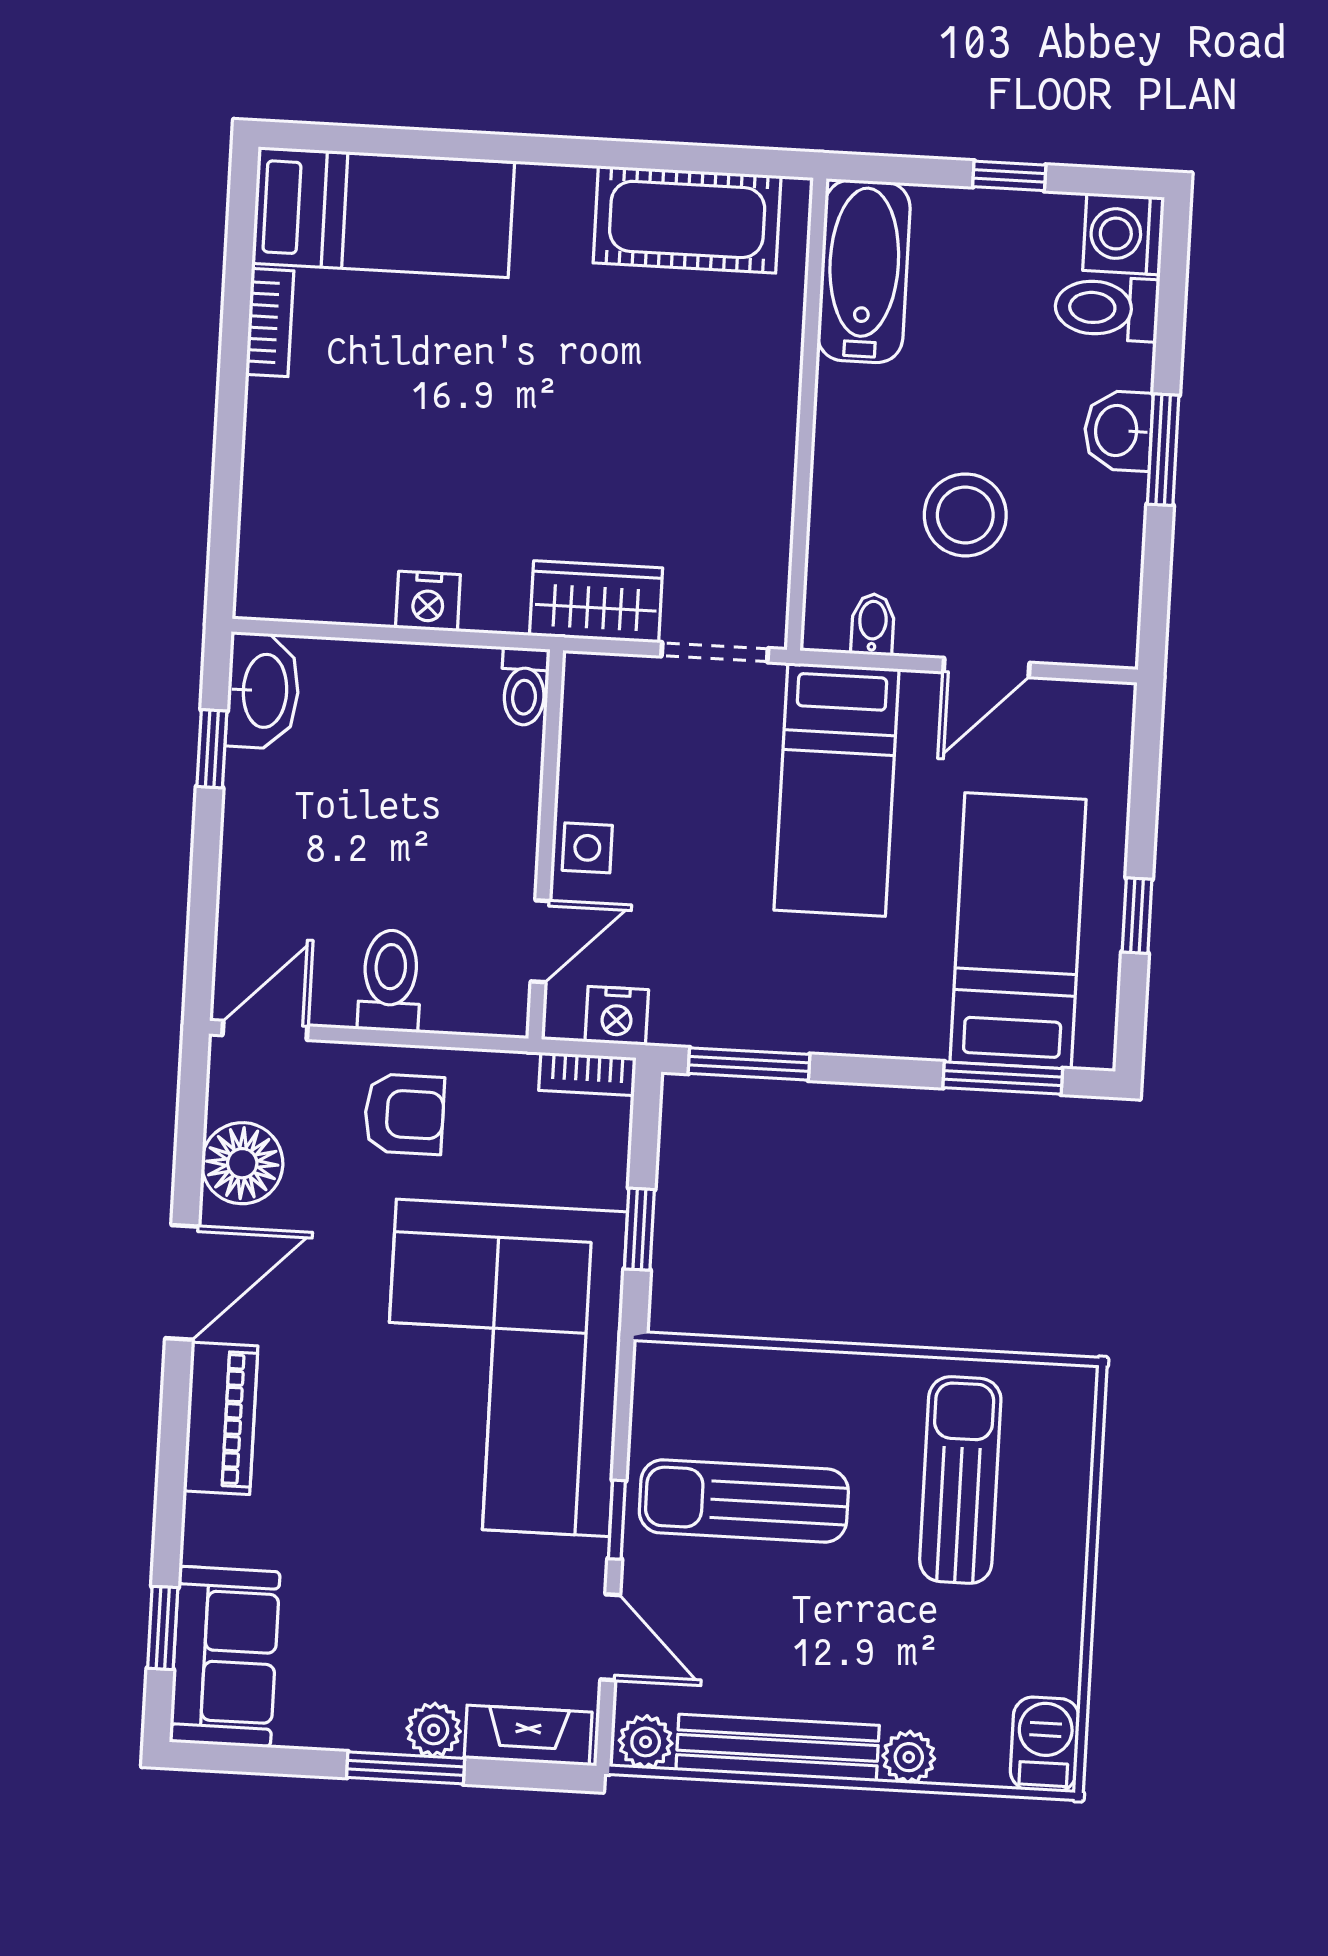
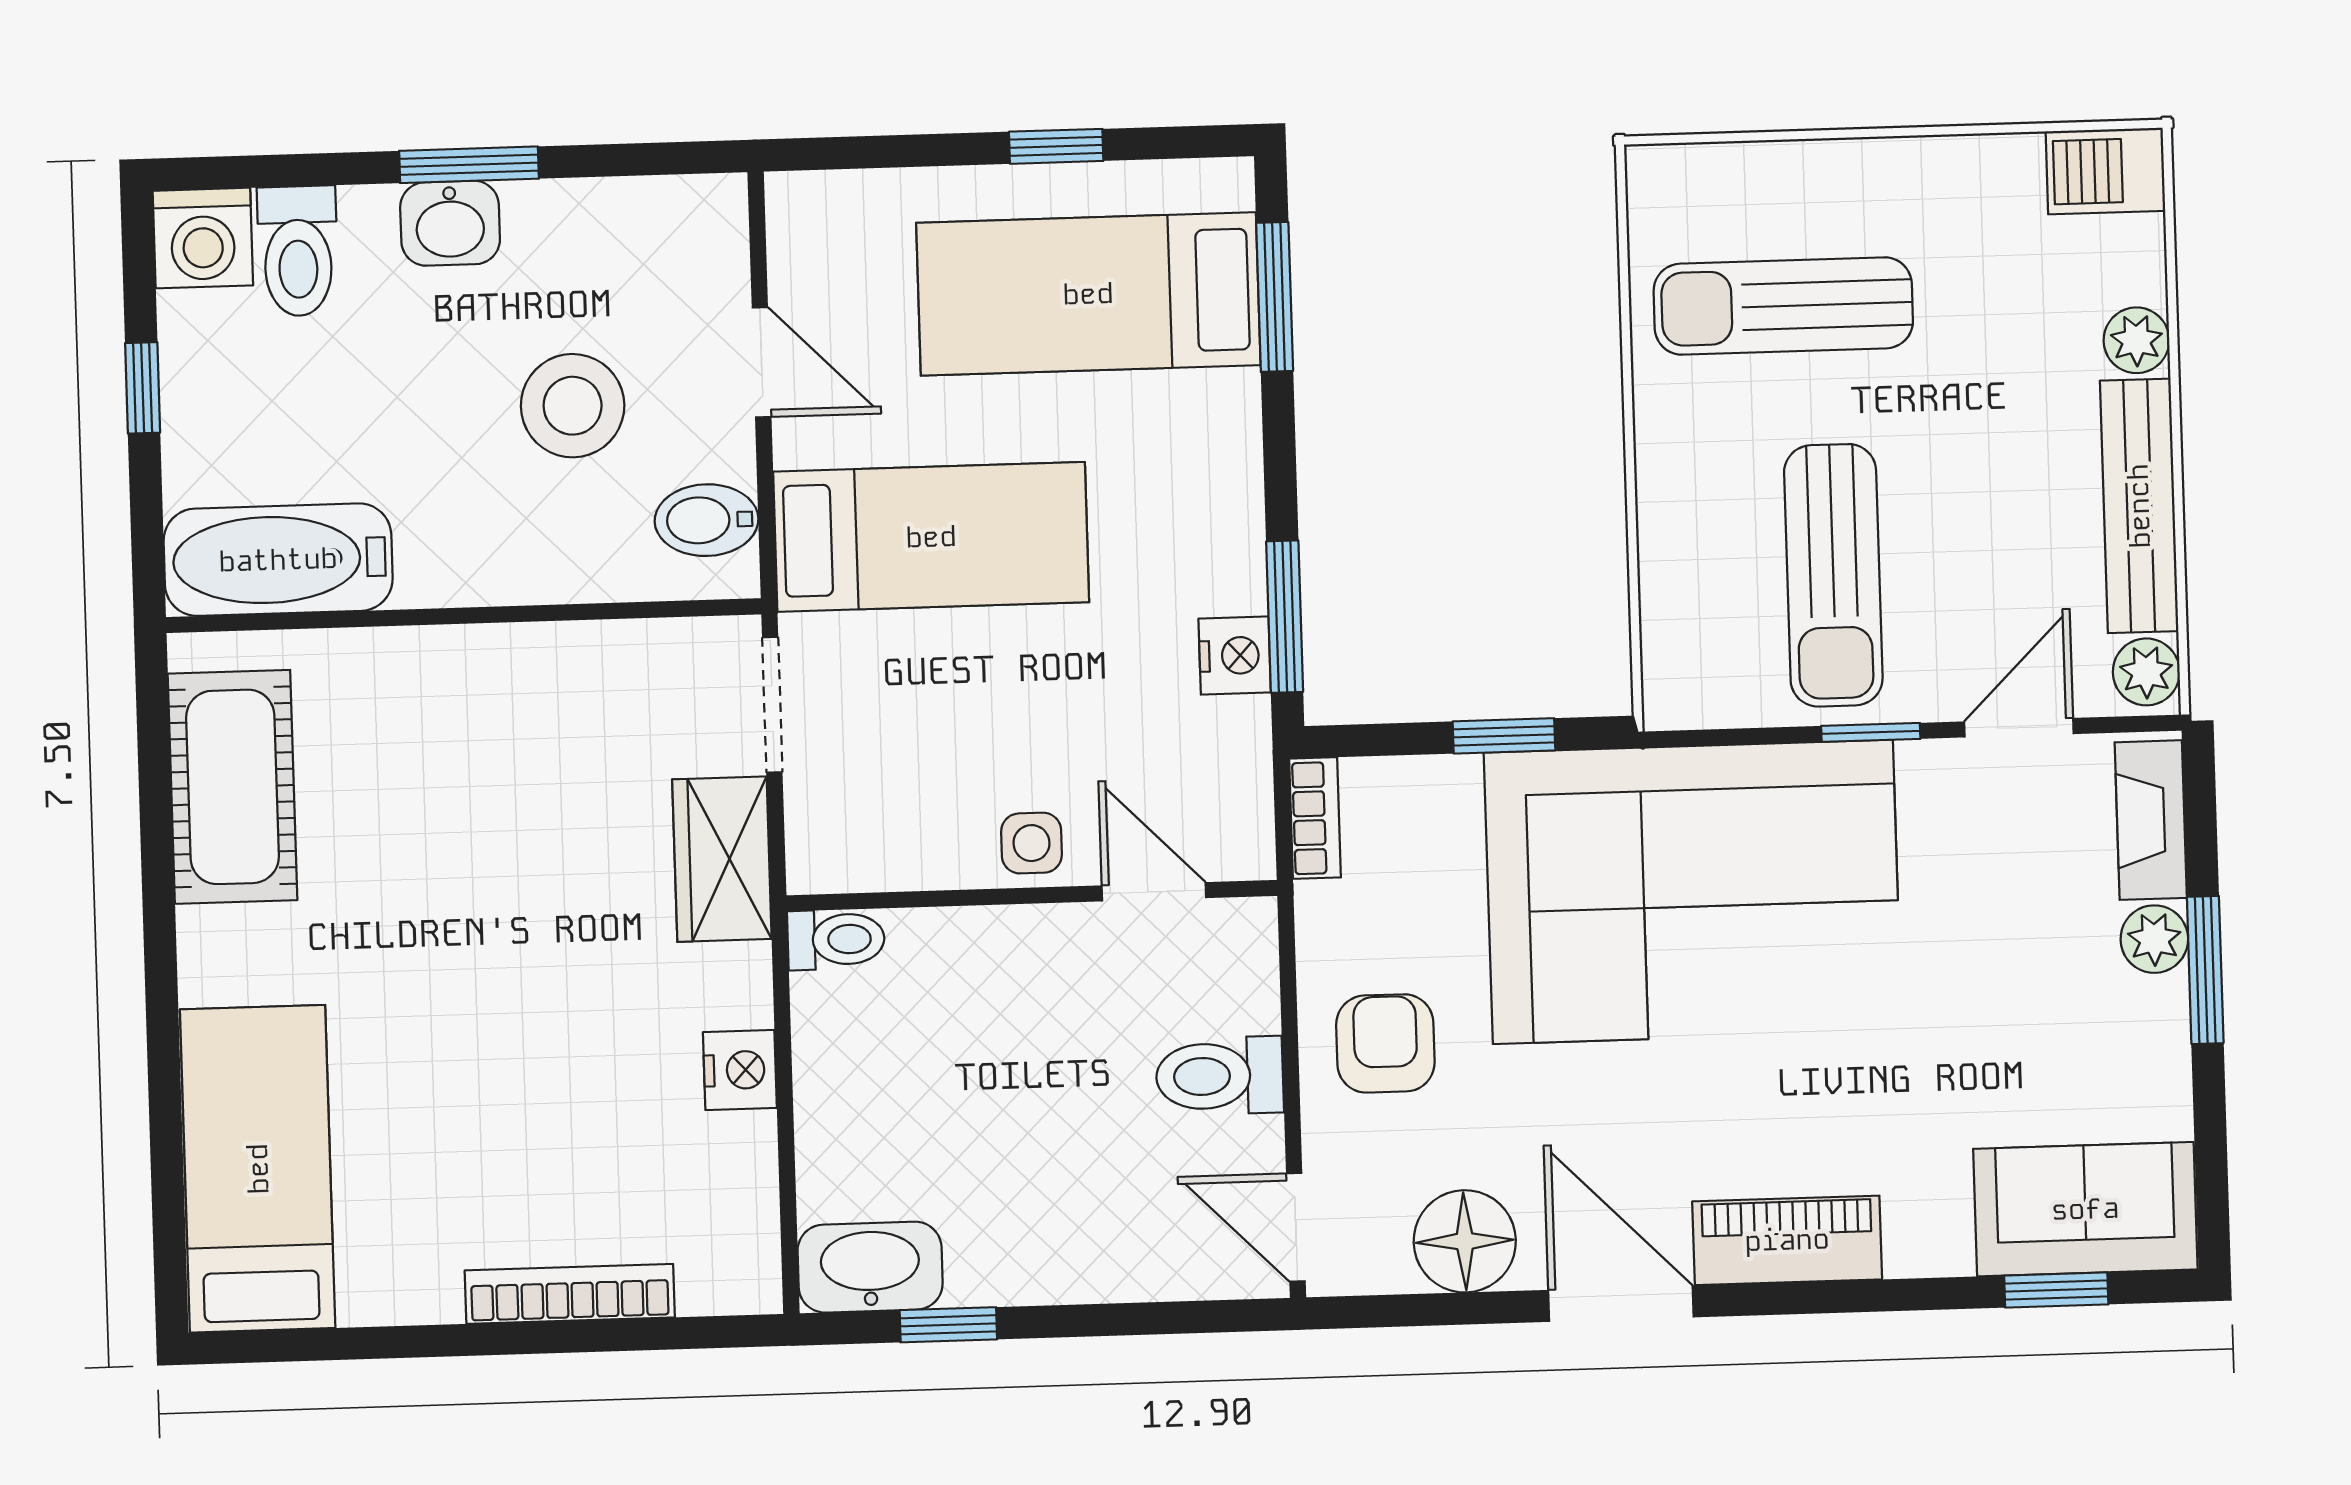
bookcase: (270, 323) -> (570, 1294), moved, width x1.56
bidet: (873, 624) -> (707, 520), width x1.38, depth x1.36
nightstand: (617, 1016) -> (1235, 656), moved

